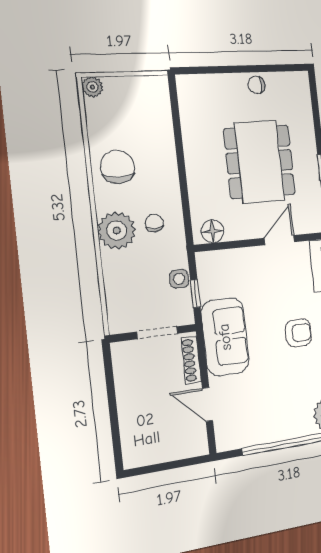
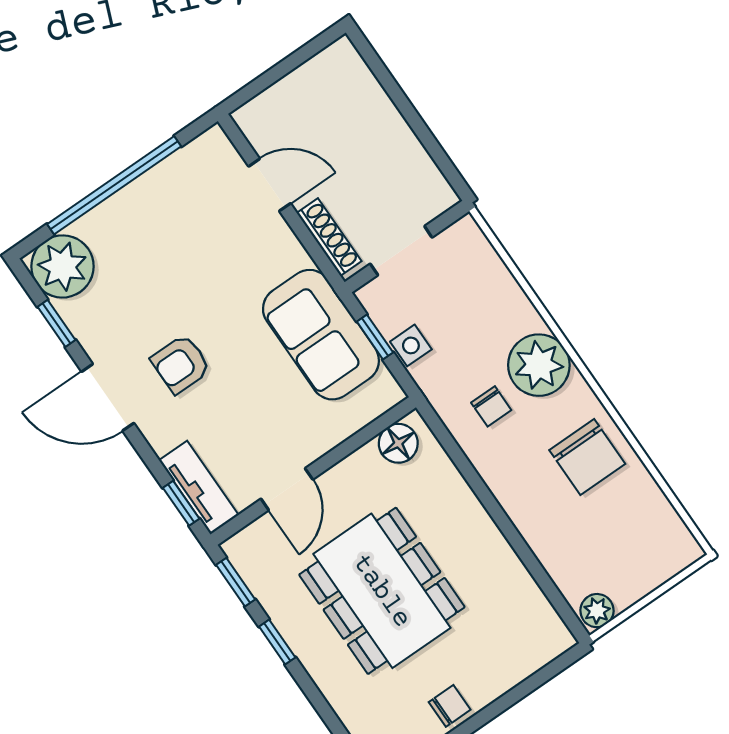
plant: (92, 87) -> (597, 611), moved
sofa: (225, 337) -> (321, 335), moved

